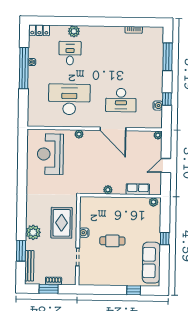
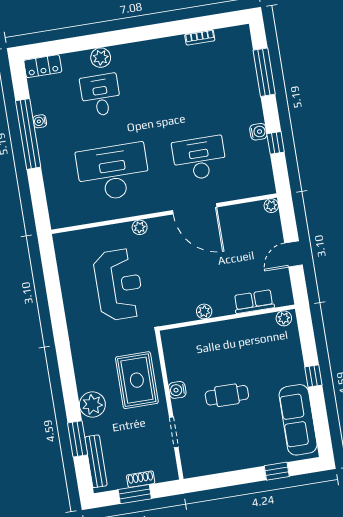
desk: (121, 100) -> (199, 158), turned 180
water cooler: (158, 106) -> (258, 132), moved
reception desk: (50, 154) -> (119, 285), moved, turned 180

